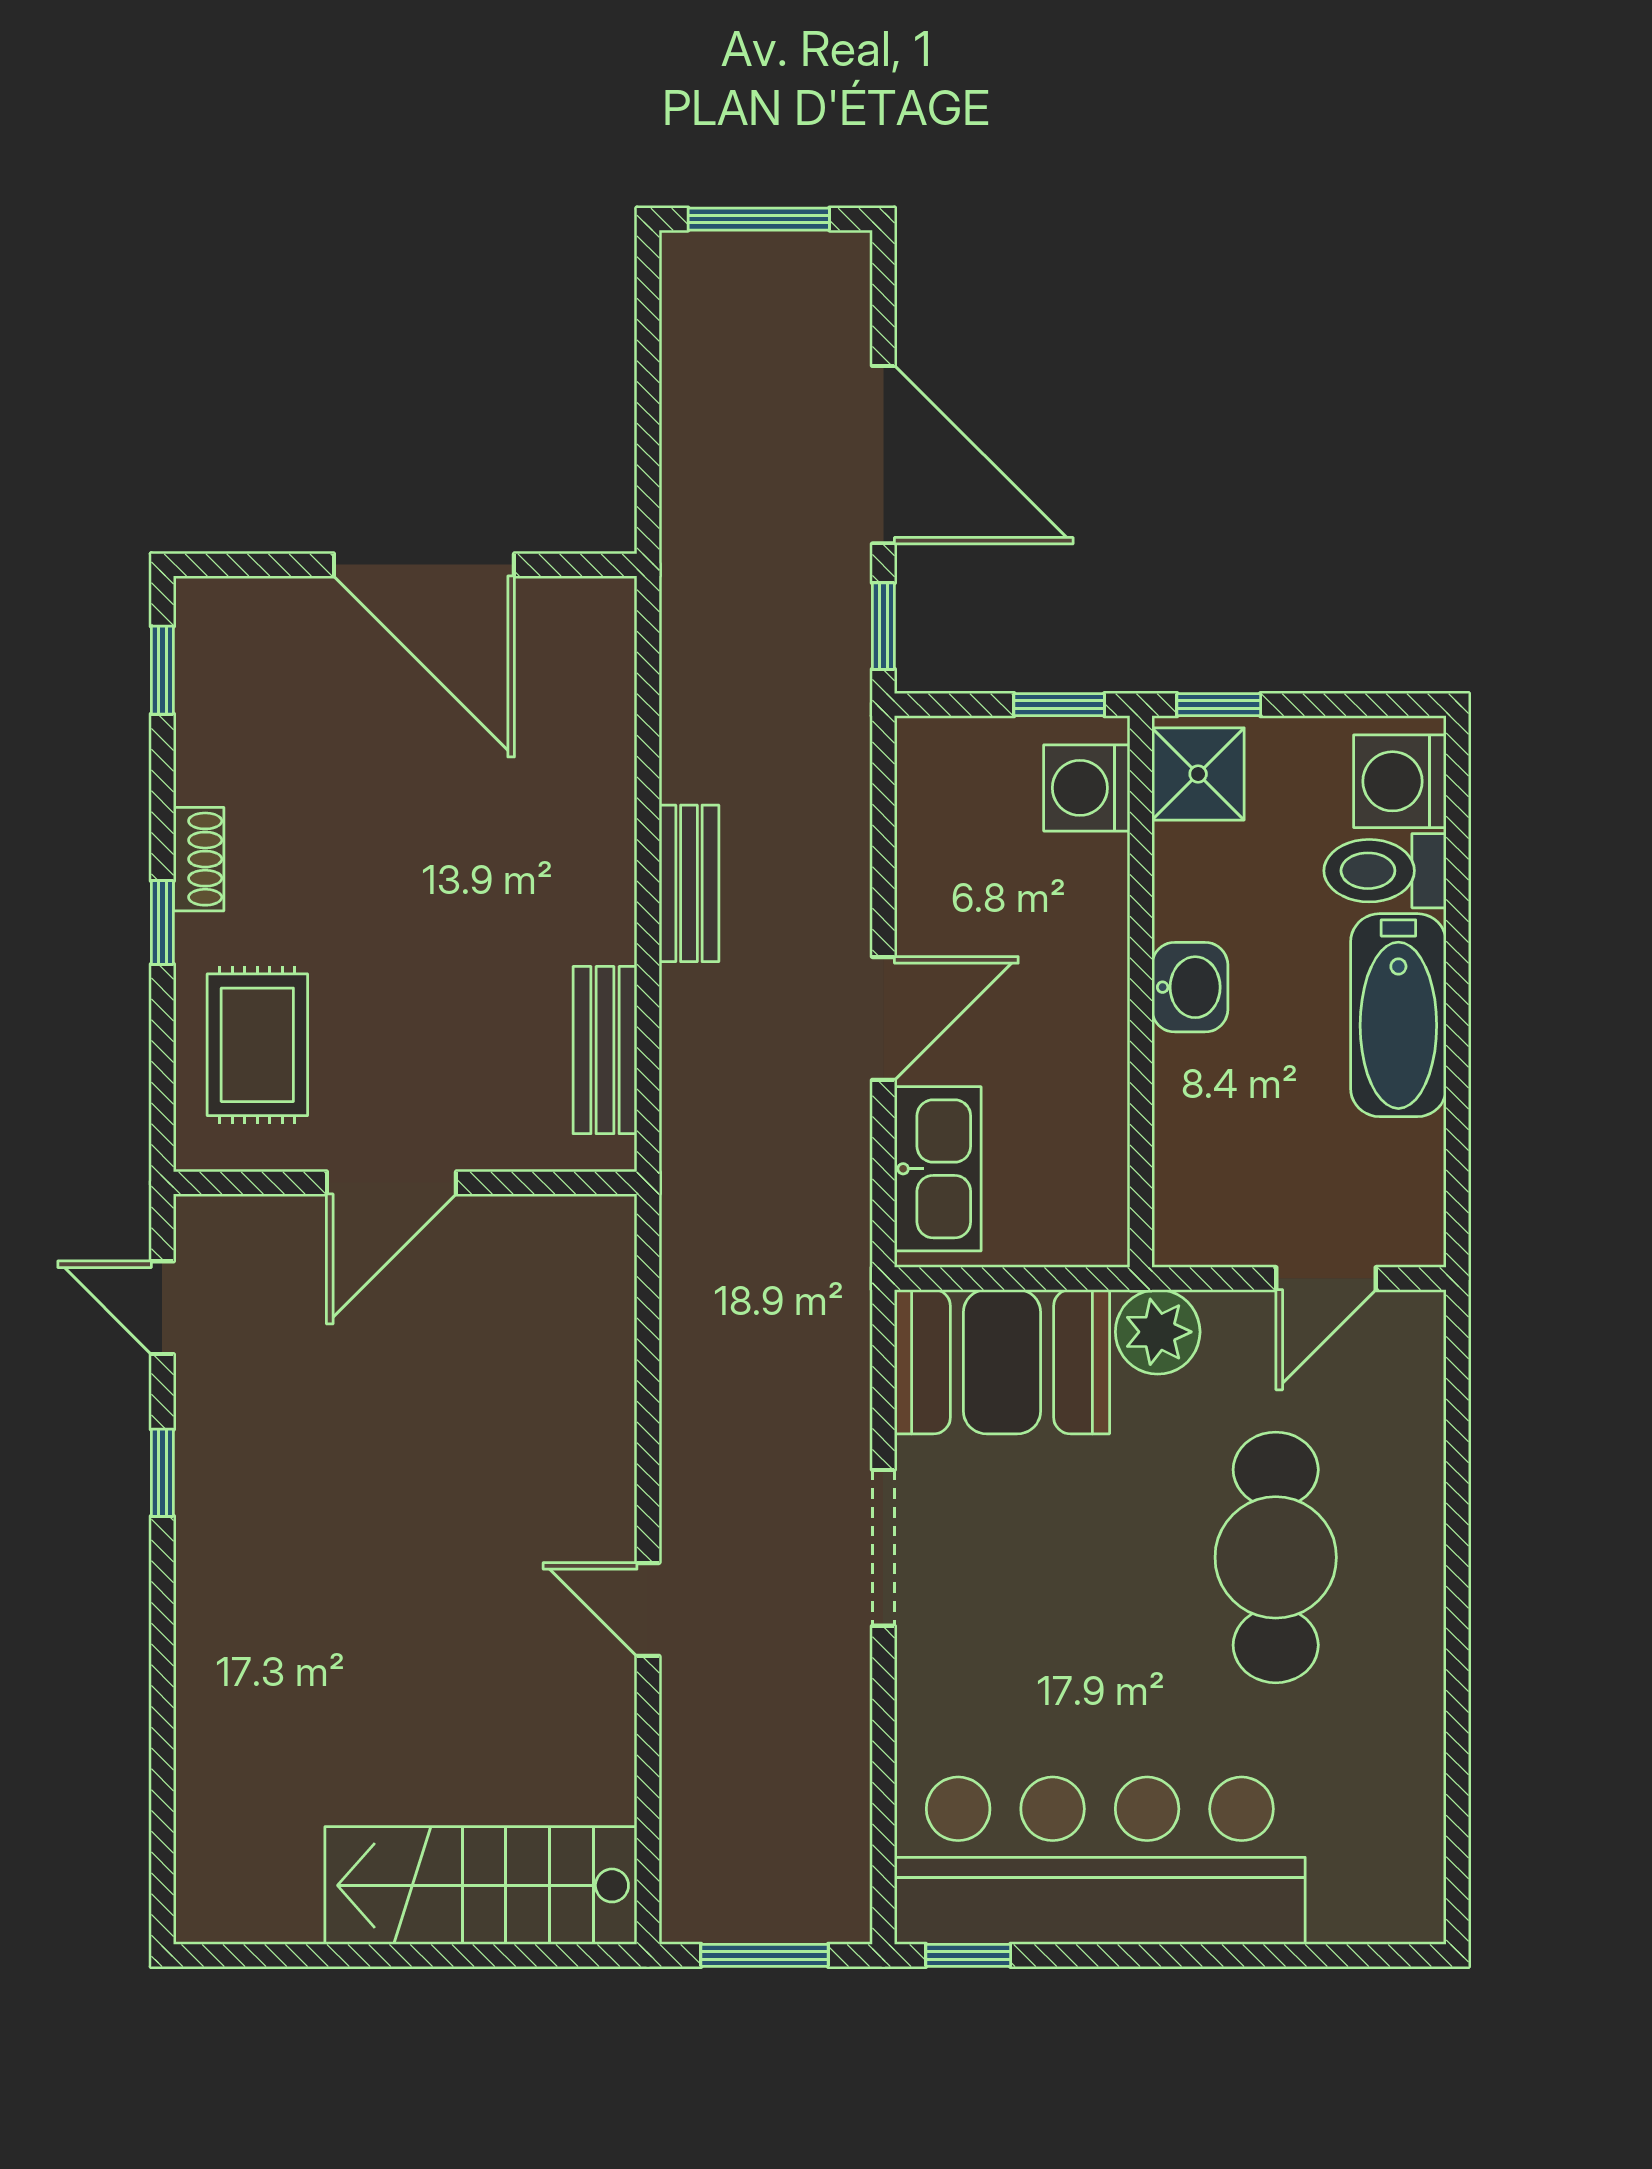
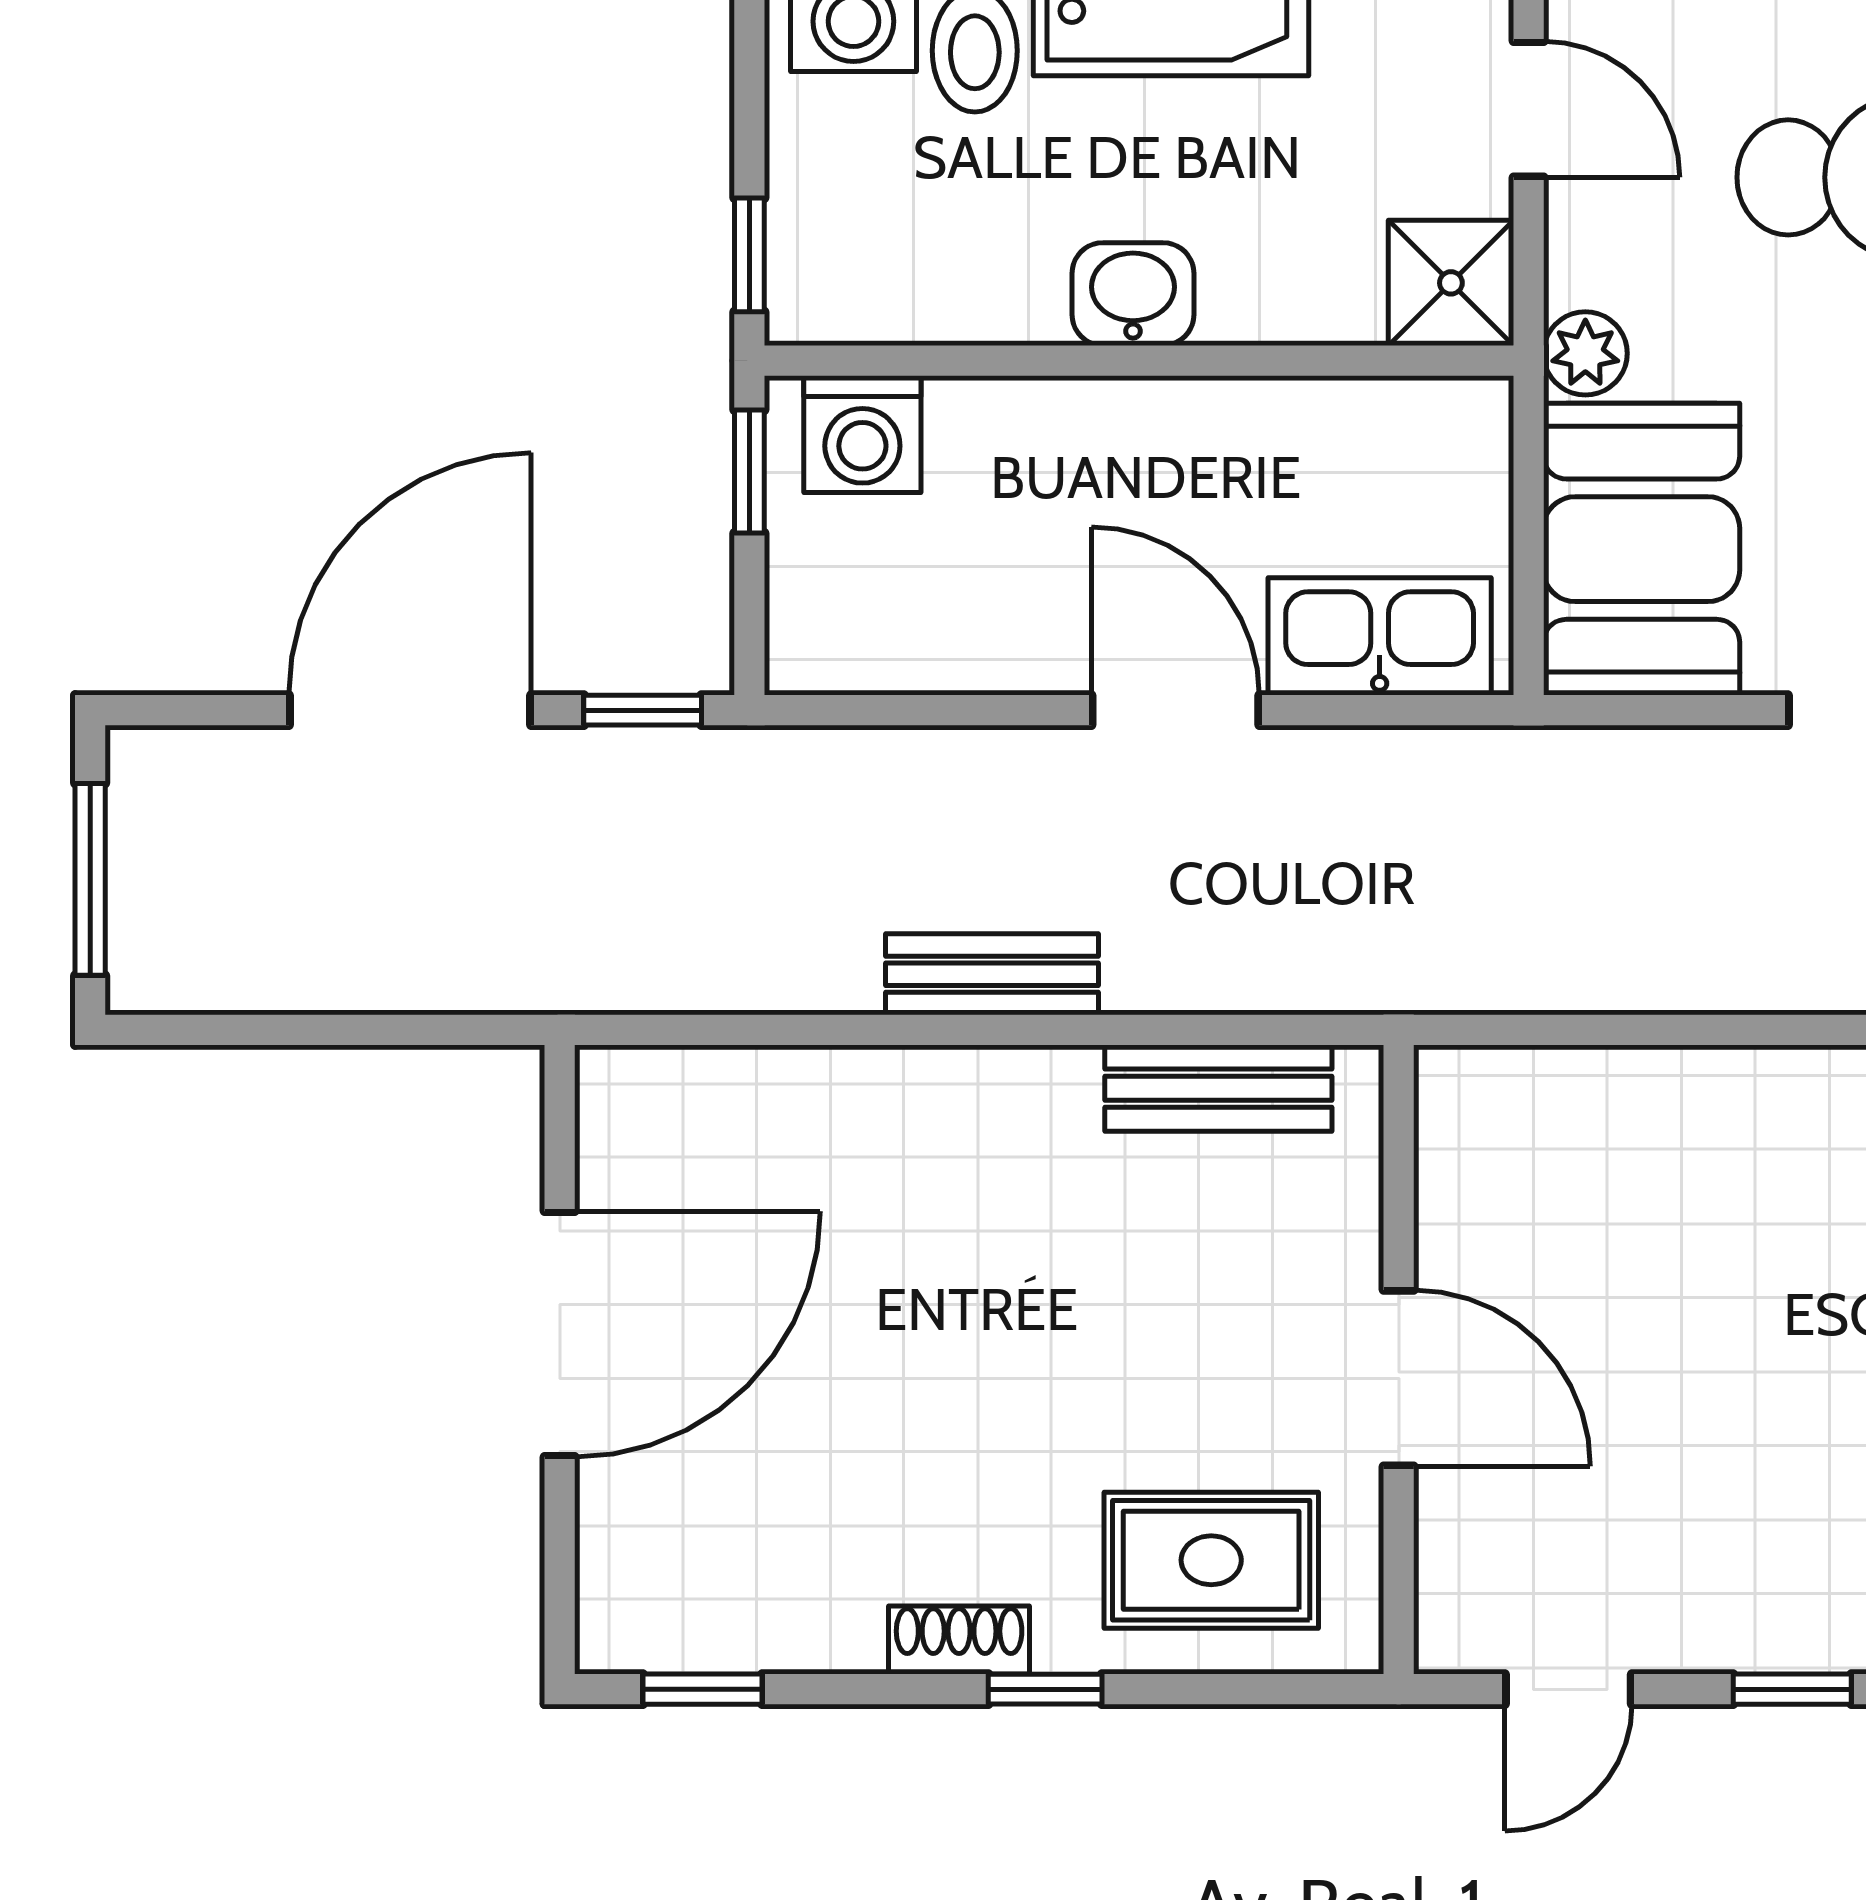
shower: (1198, 774) -> (1451, 283), moved
plant: (1158, 1332) -> (1585, 353), width x0.73, depth x0.73

